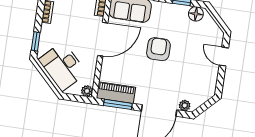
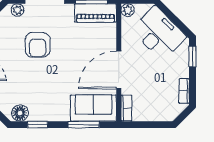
armchair: (158, 49) -> (38, 45), moved

